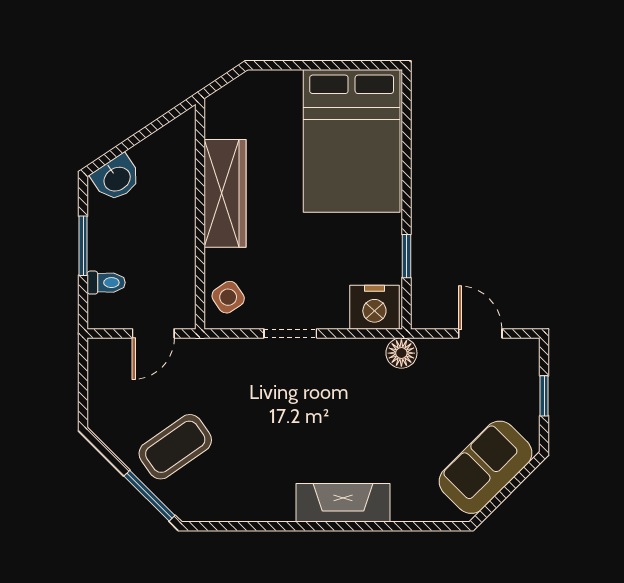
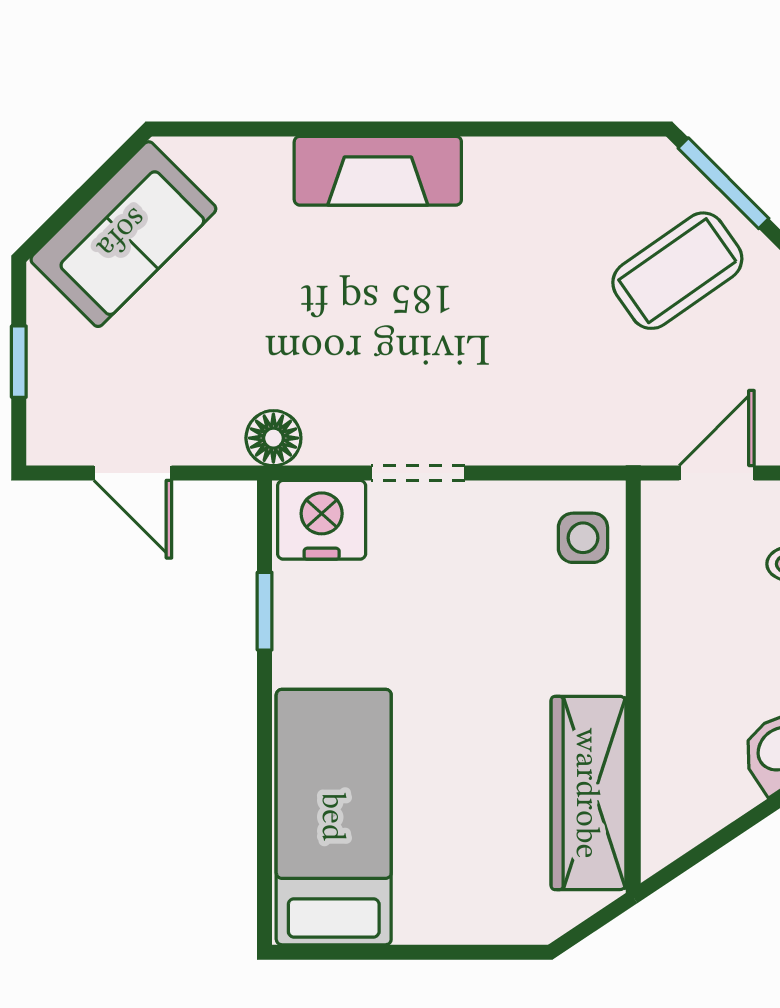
bed: (352, 141) -> (334, 817), width x0.67
wardrobe: (225, 193) -> (588, 793), moved
side table: (228, 297) -> (583, 538), turned 34
doorway: (290, 333) -> (418, 473), moved

